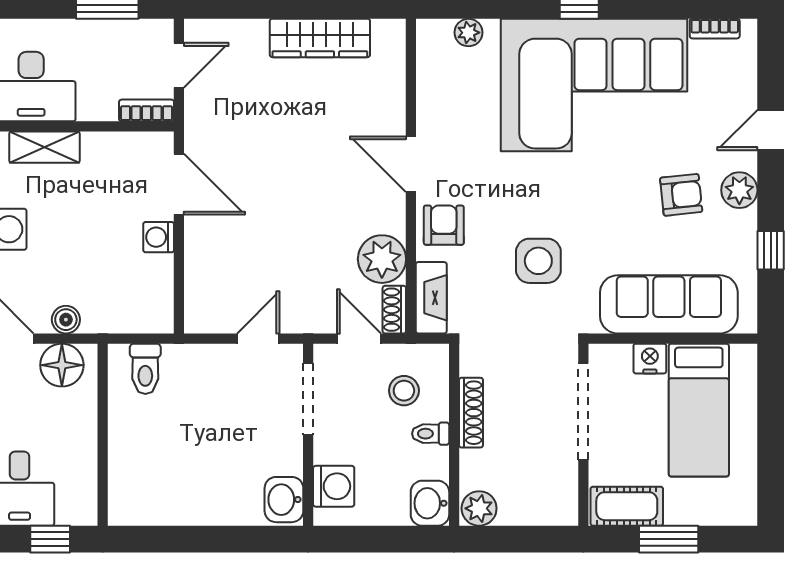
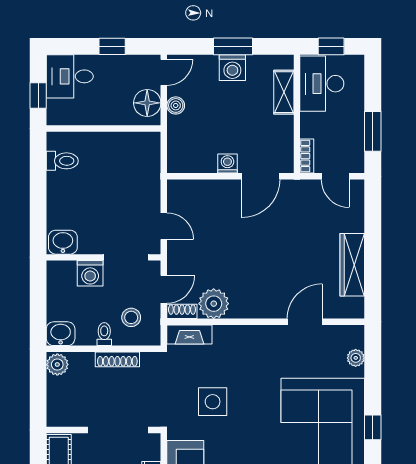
door: (411, 164) -> (305, 322), moved
armchair: (444, 225) -> (235, 342), removed
toilet: (145, 369) -> (62, 161), moved, turned 180
washing machine: (334, 486) -> (90, 273), moved

